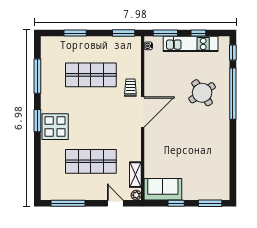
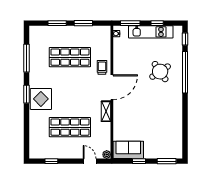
window: (124, 33) -> (83, 23), moved
shelving: (135, 175) -> (106, 111), moved
window: (68, 203) -> (51, 161), width x0.46

